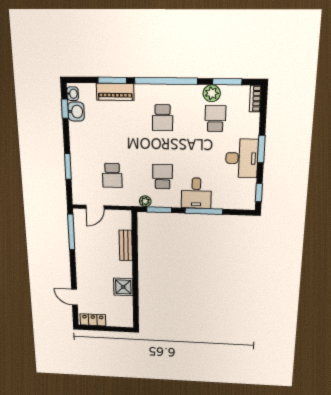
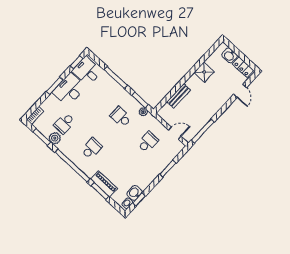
school desk: (163, 177) -> (121, 117), turned 90
desk: (196, 193) -> (87, 71), moved, turned -90
washbasin: (115, 320) -> (229, 55), added

